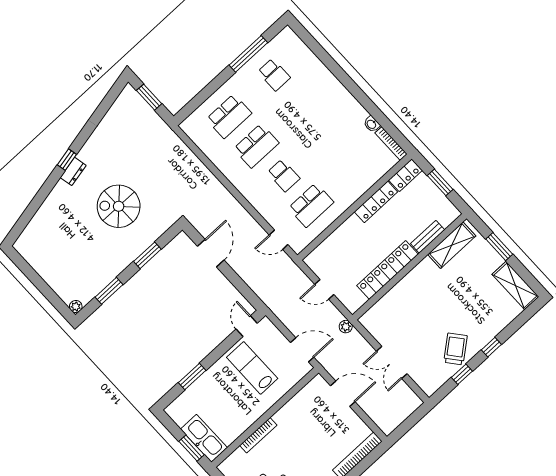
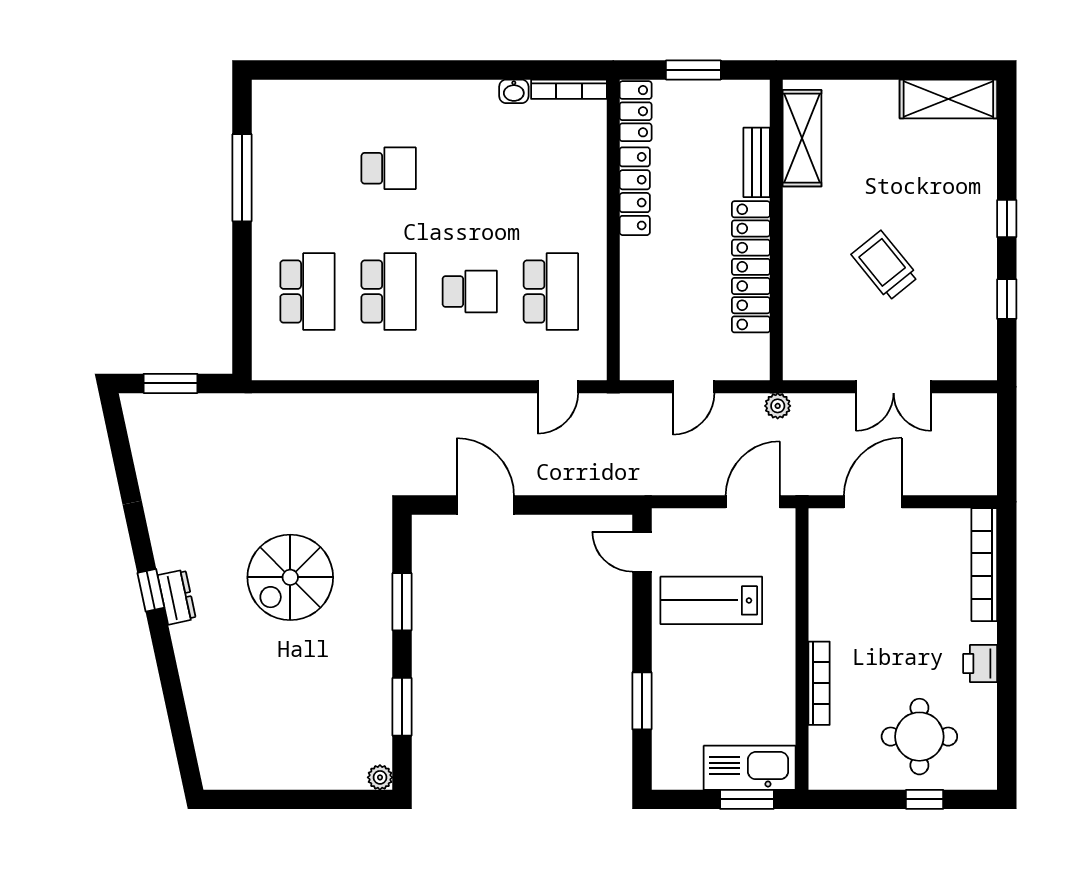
school desk: (274, 75) -> (389, 168), moved
window: (499, 247) -> (869, 70), removed
trolley: (455, 349) -> (885, 266), moved

